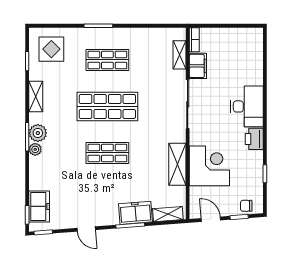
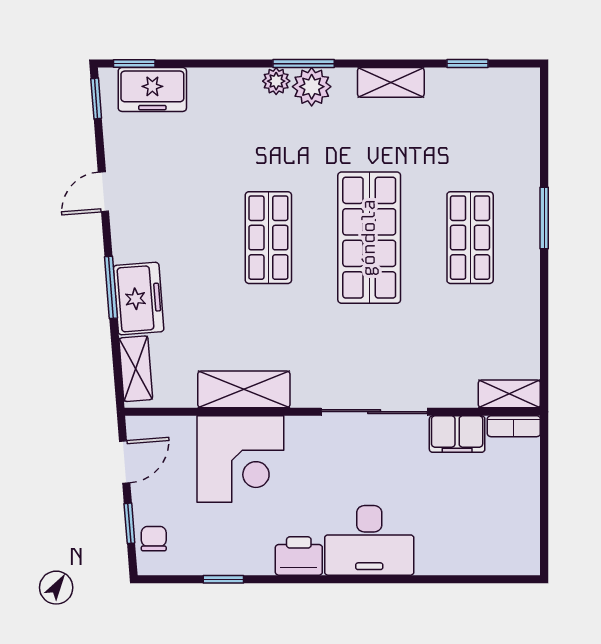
display table: (51, 49) -> (494, 116), removed
shelving: (179, 55) -> (509, 394), moved

